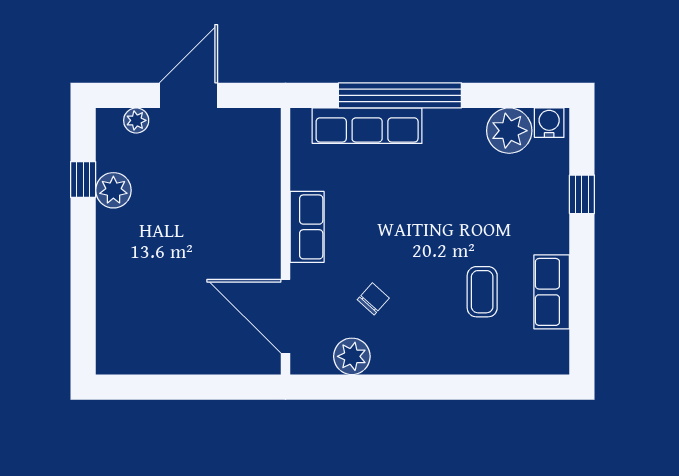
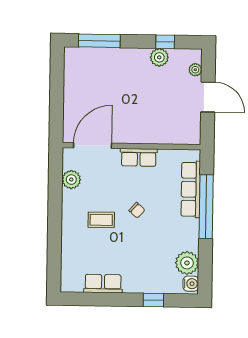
coffee table: (482, 292) -> (101, 220), moved
chair: (373, 299) -> (137, 210), moved
window: (83, 306) -> (99, 41), added

